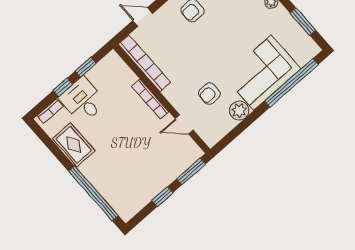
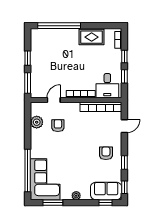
corner sofa: (263, 73) -> (45, 179), moved
desk: (83, 100) -> (107, 86), moved, turned 90
plant: (239, 111) -> (37, 122), moved

